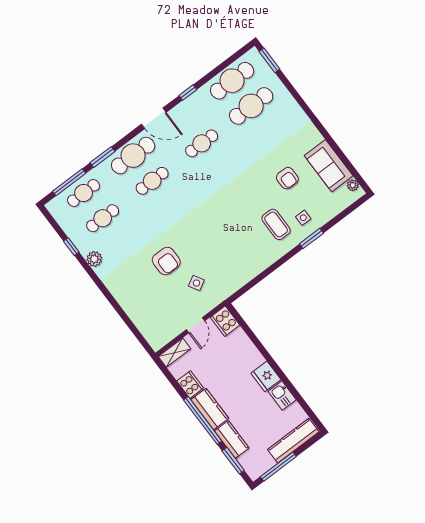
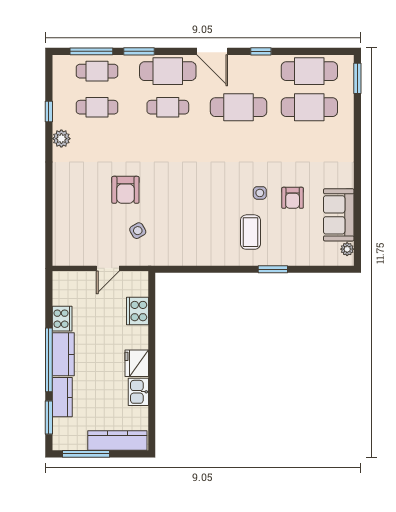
cafe table: (202, 143) -> (239, 107), width x1.37, depth x1.35
side table: (303, 218) -> (260, 193), moved
cooker: (225, 321) -> (137, 311), moved
shelving: (174, 353) -> (70, 279), removed

